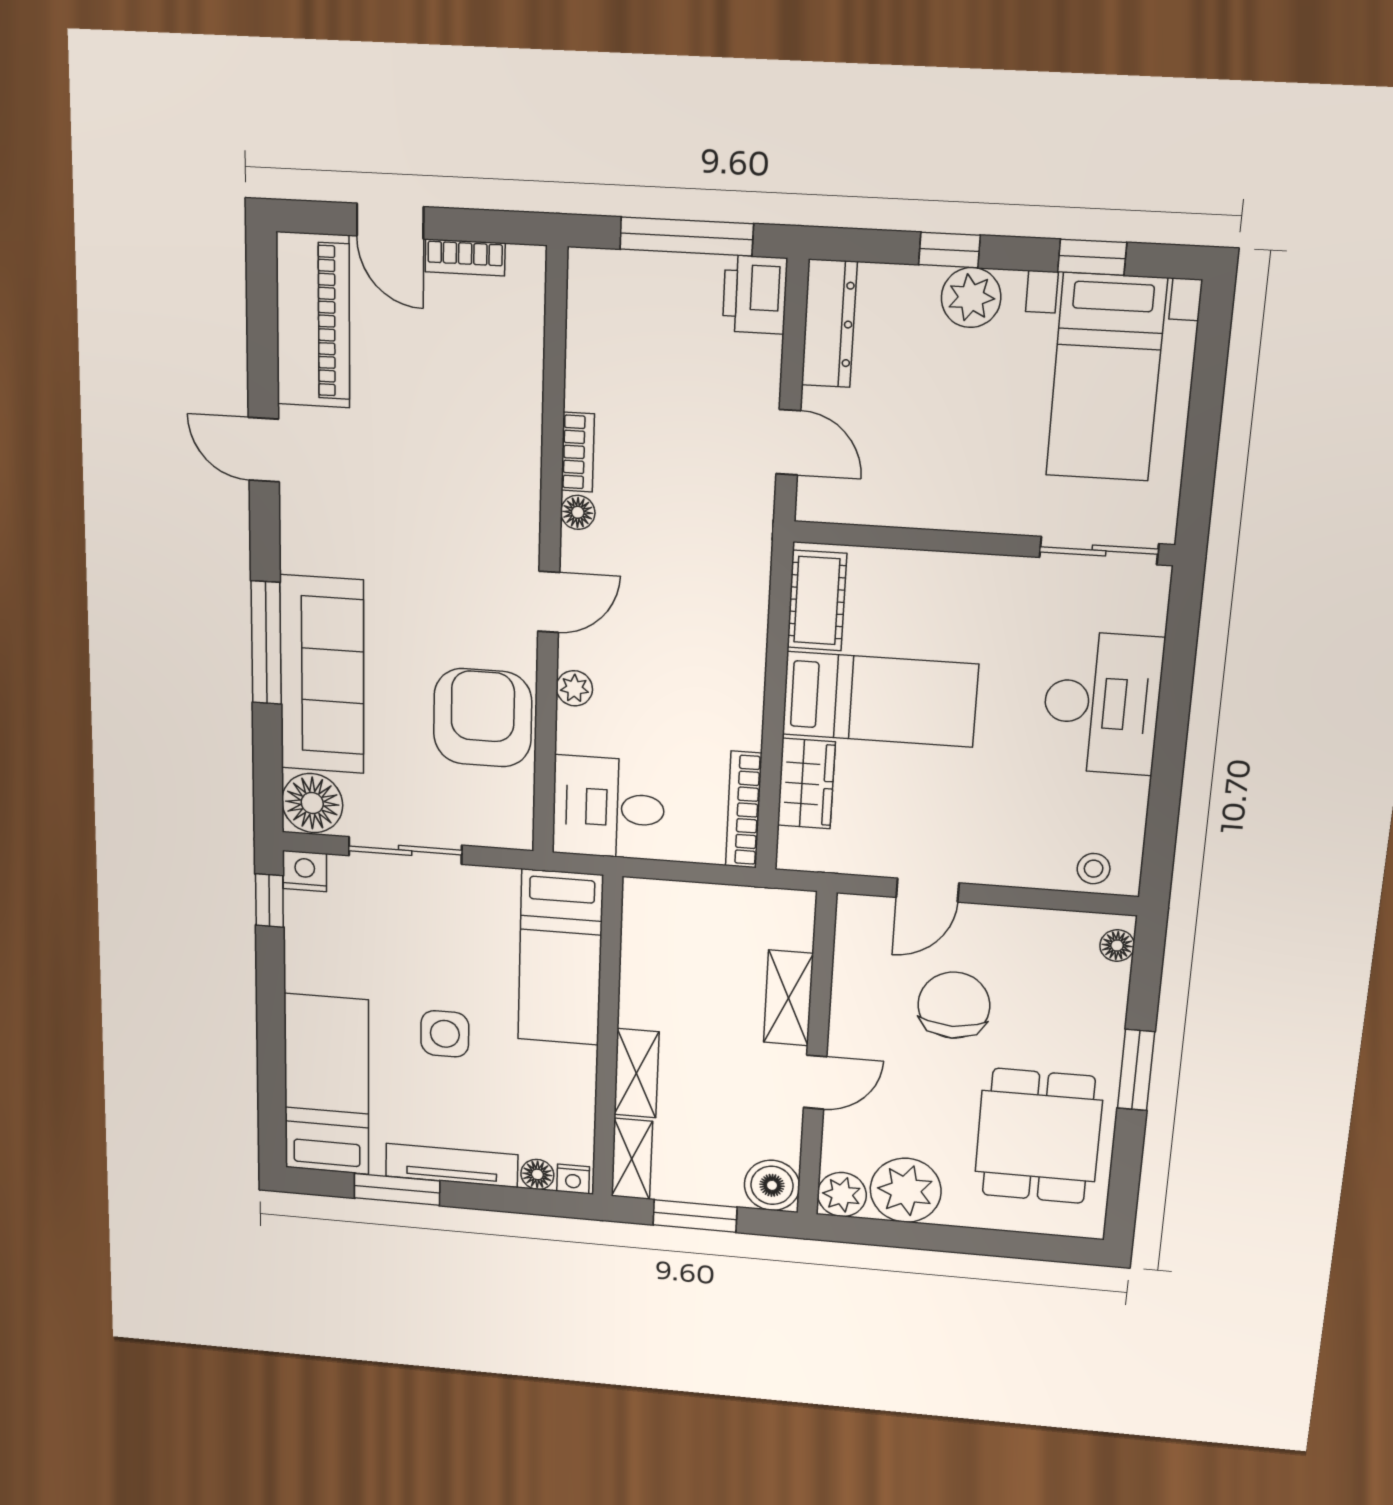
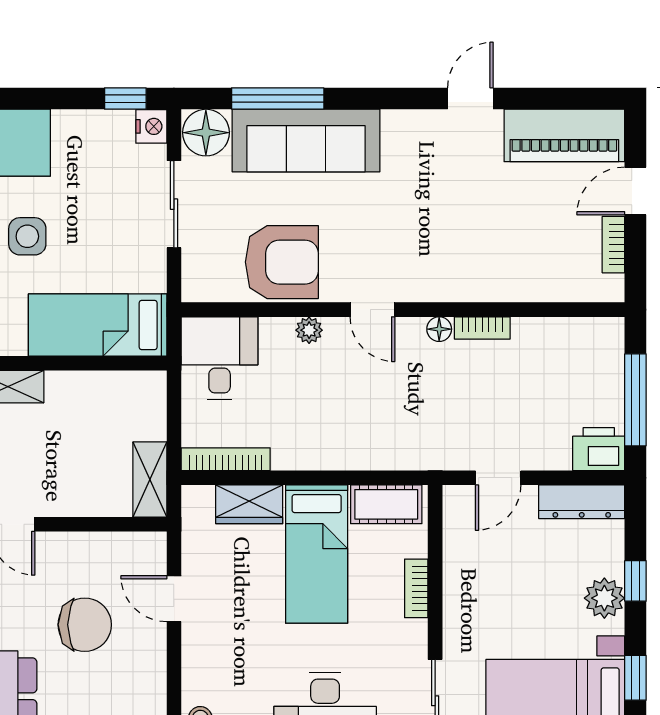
bookcase: (937, 567) -> (416, 588), added
window: (266, 643) -> (278, 99), moved
shelving: (788, 998) -> (150, 479), moved, turned 90

